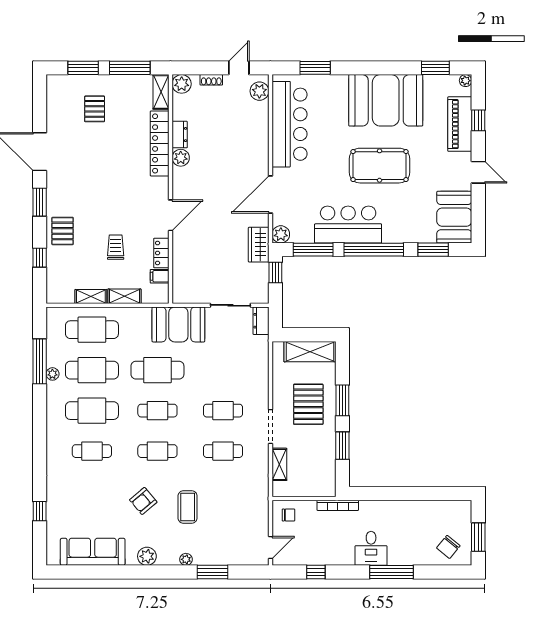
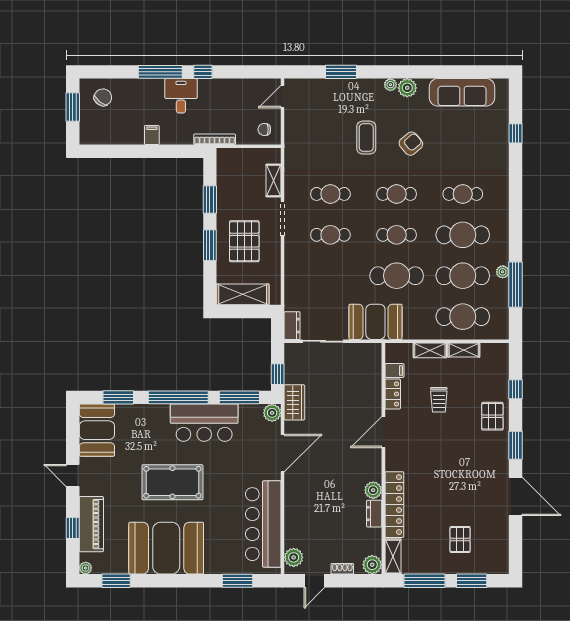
filing cabinet: (400, 510) -> (152, 135), added
plant: (186, 559) -> (390, 85), moved
window: (316, 572) -> (203, 72), moved

